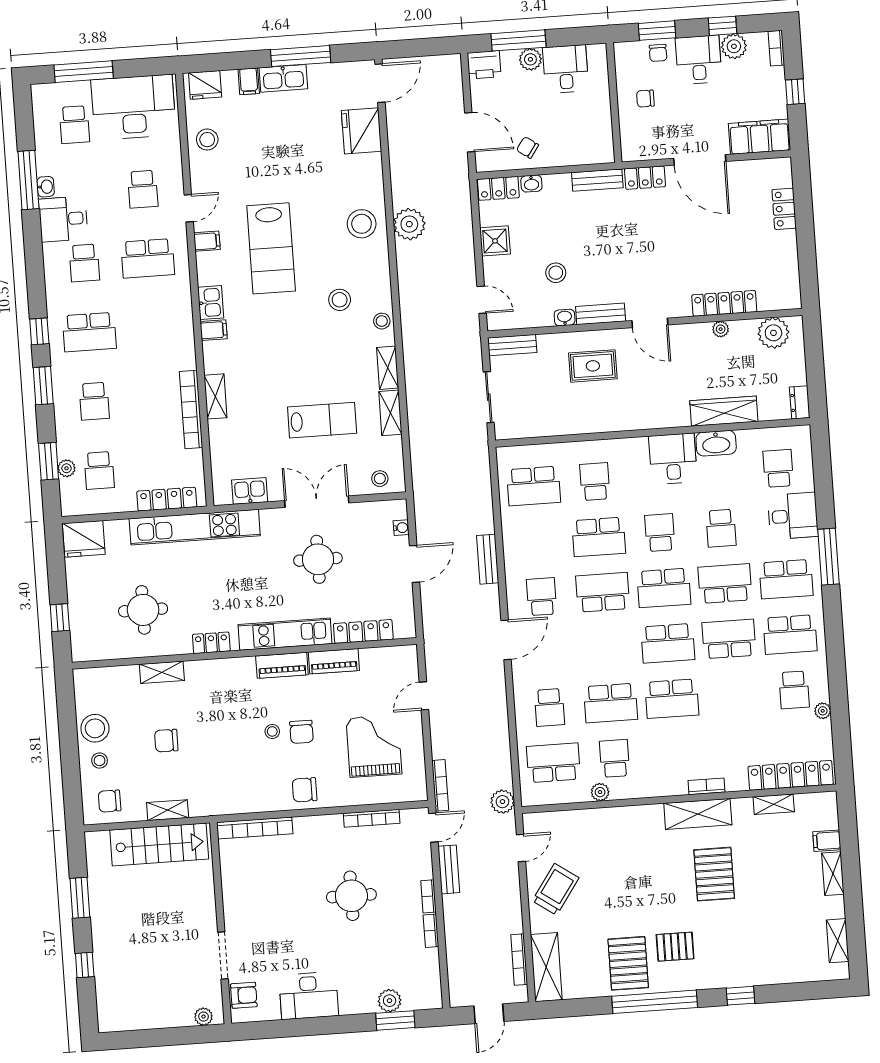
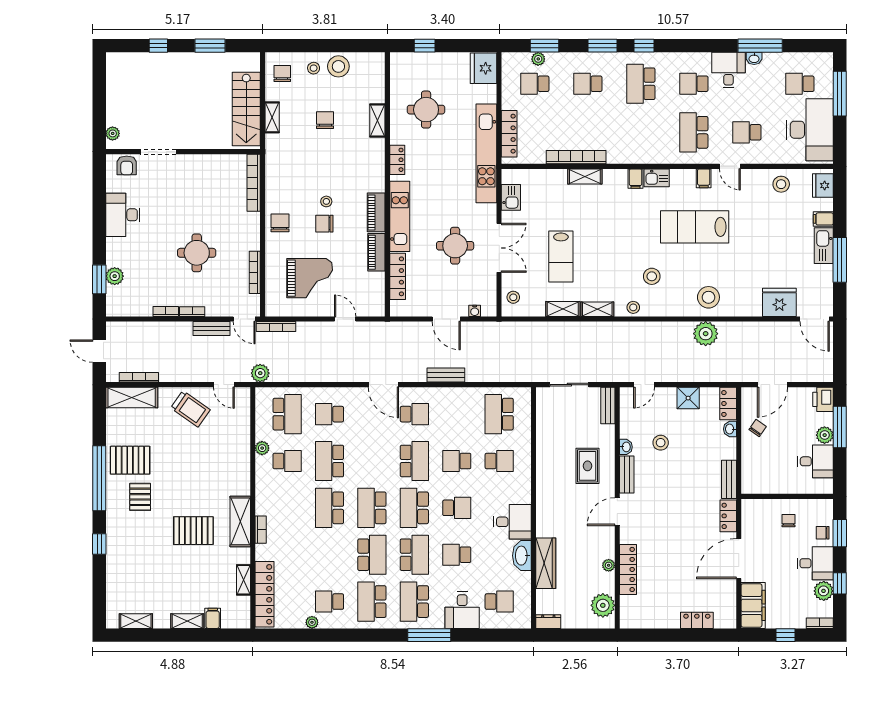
school desk: (599, 537) -> (457, 461), width x0.54

